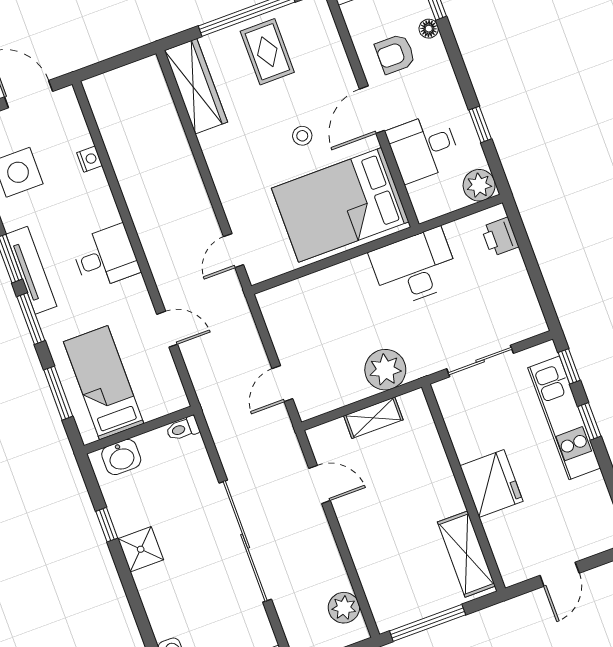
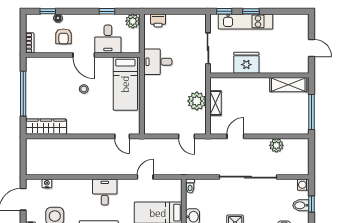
rug: (267, 52) -> (42, 91), removed
nightstand: (90, 159) -> (47, 183), moved
bed: (340, 205) -> (125, 84), width x0.67
desk: (415, 268) -> (158, 62), width x0.73
plant: (385, 370) -> (197, 101), moved
fridge: (491, 483) -> (246, 63), moved
plant: (344, 608) -> (276, 145), moved

